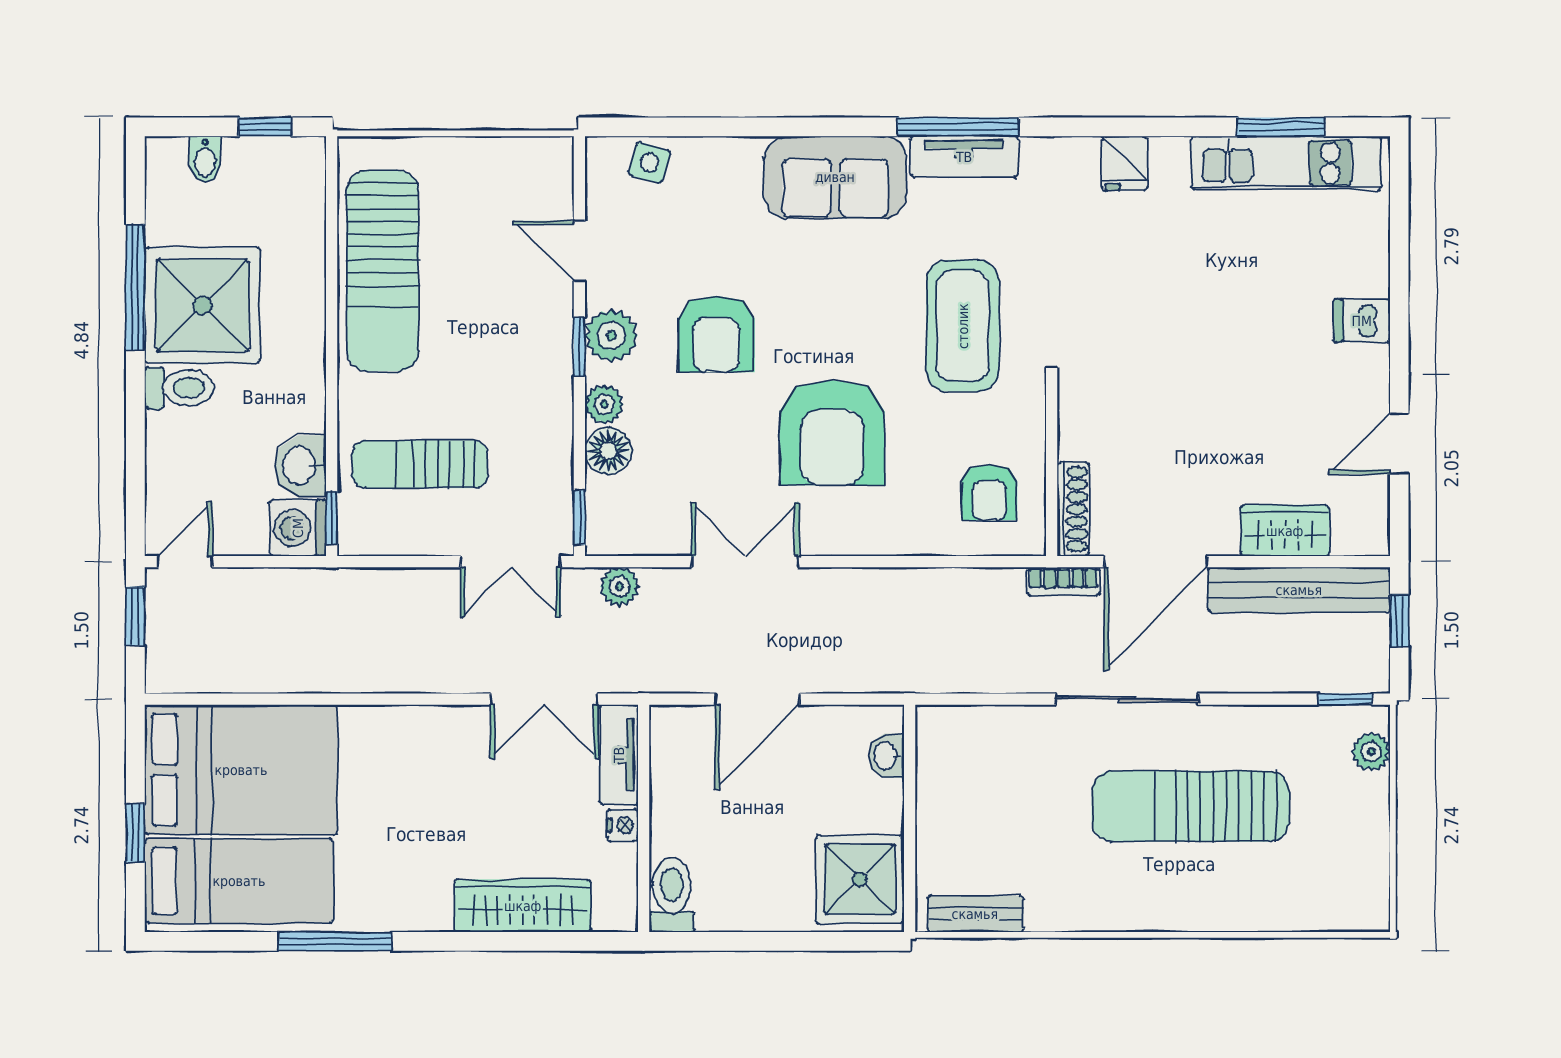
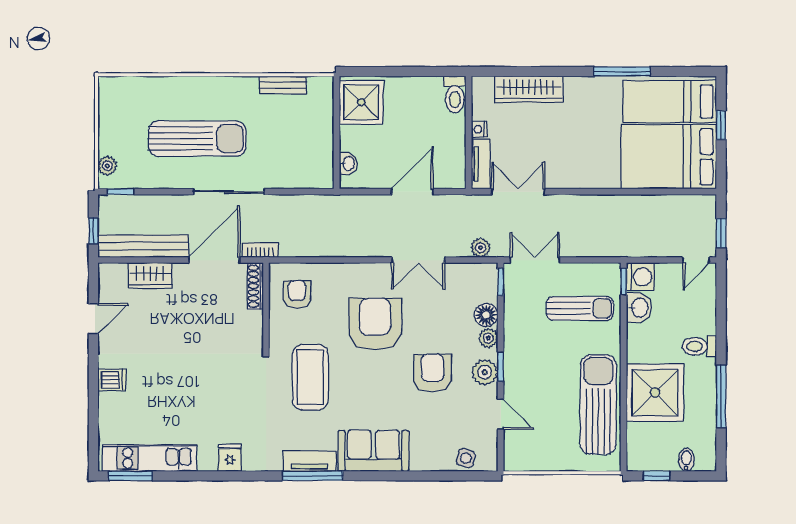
window: (1281, 127) -> (130, 476), moved
shower: (202, 305) -> (655, 393), moved
bench: (975, 914) -> (283, 85), moved

